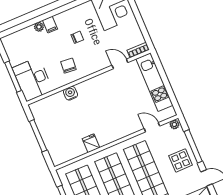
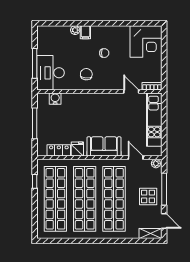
water cooler: (70, 93) -> (55, 99), moved
sofa: (116, 129) -> (104, 146), added
locker: (73, 152) -> (59, 150), added

